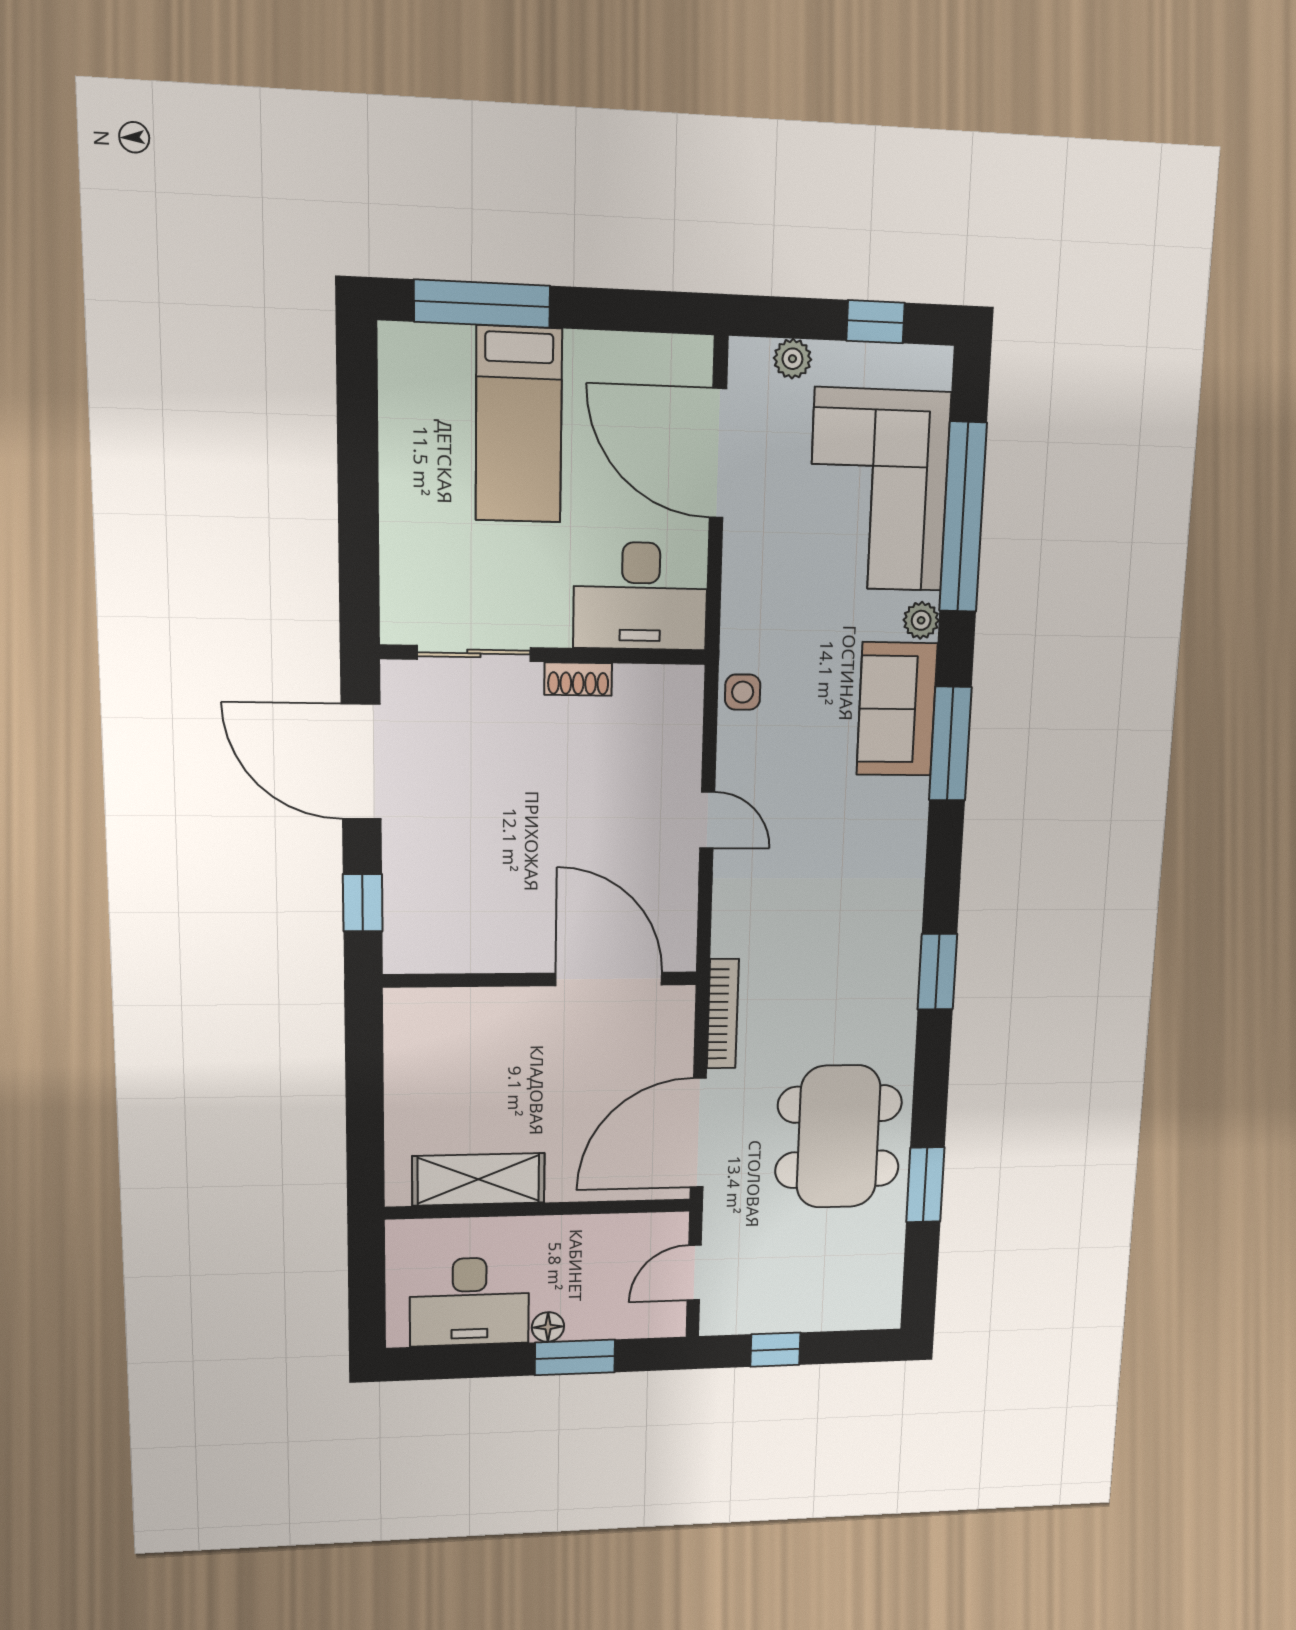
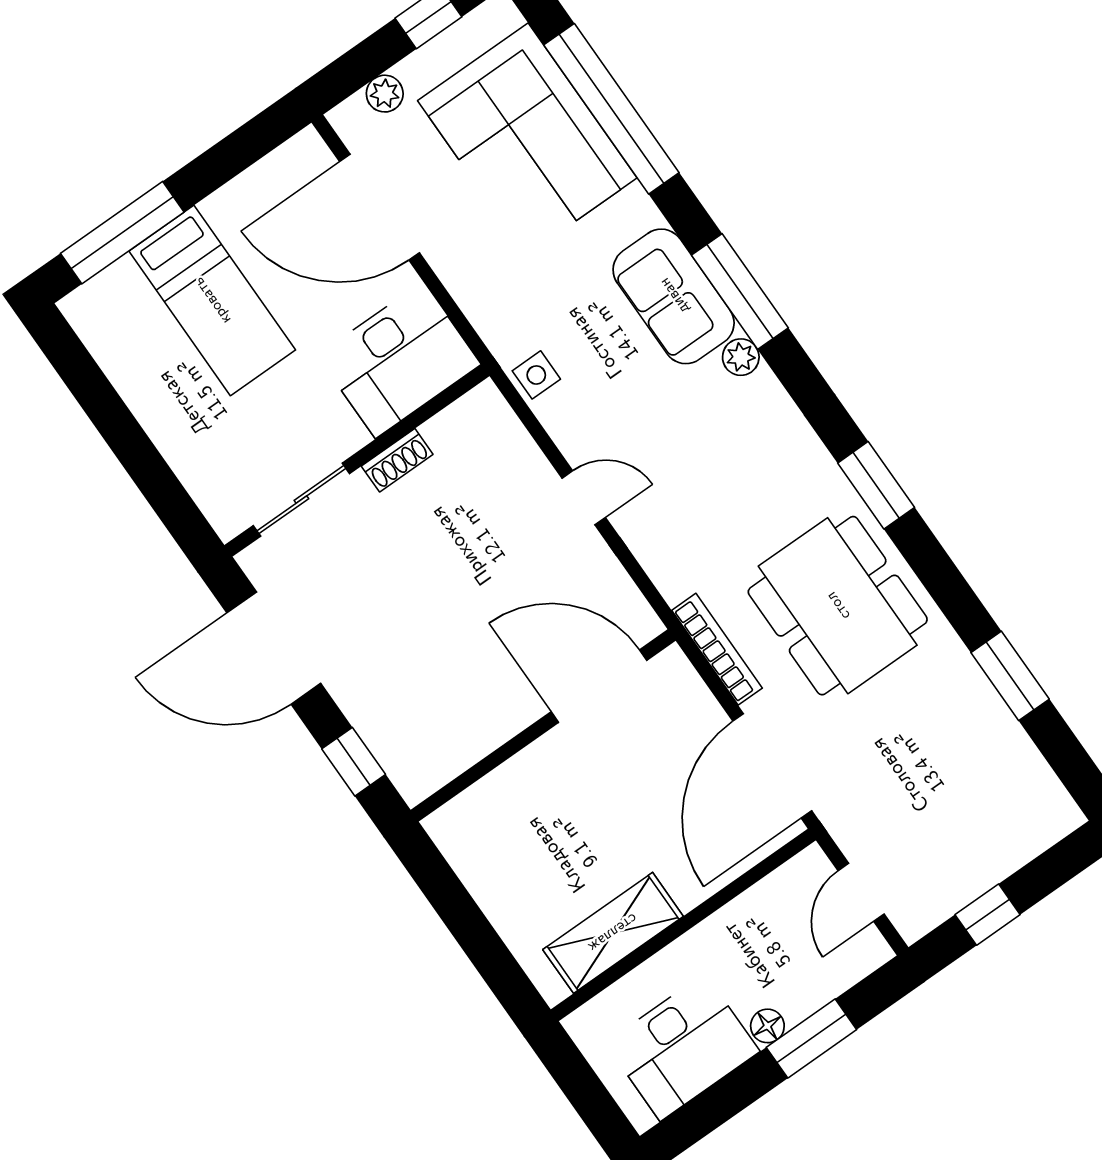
plant: (921, 620) -> (741, 357), moved
dining table: (839, 1137) -> (838, 606), moved

